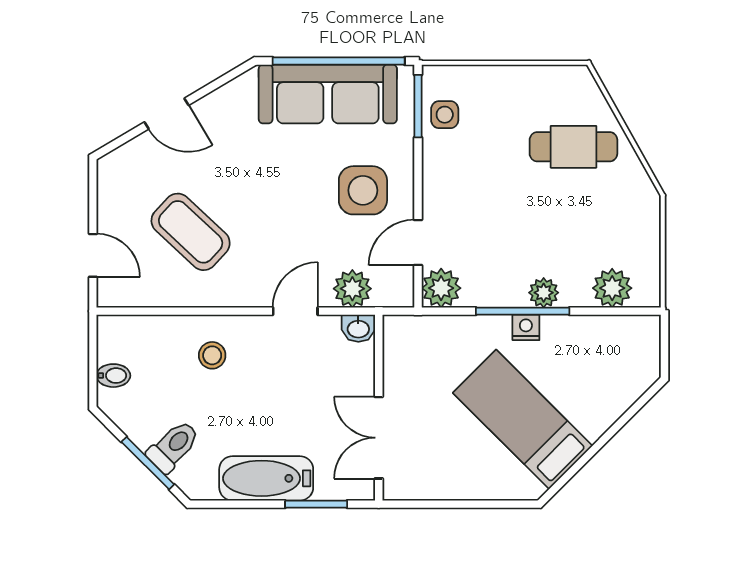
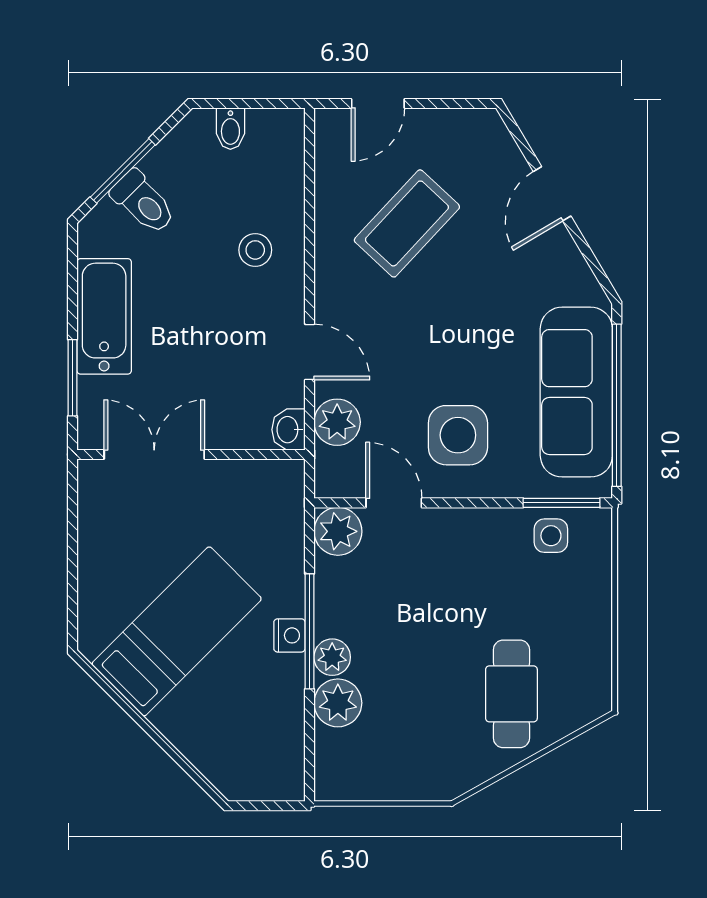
plant: (612, 288) -> (338, 703), moved

